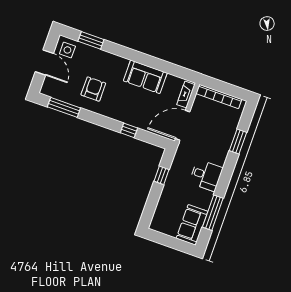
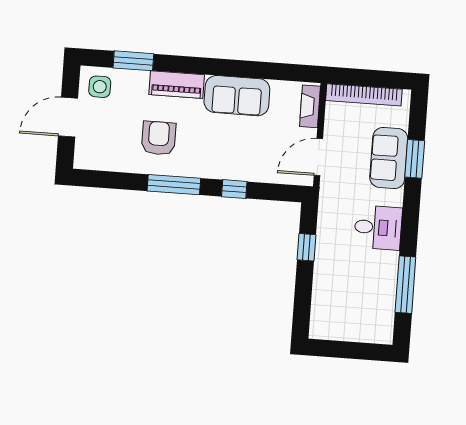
piano: (112, 61) -> (177, 85), added
door: (44, 63) -> (68, 117), swing flipped
window: (64, 107) -> (174, 185), moved
door: (183, 125) -> (318, 157), width x0.73
sofa: (192, 225) -> (389, 158), moved

